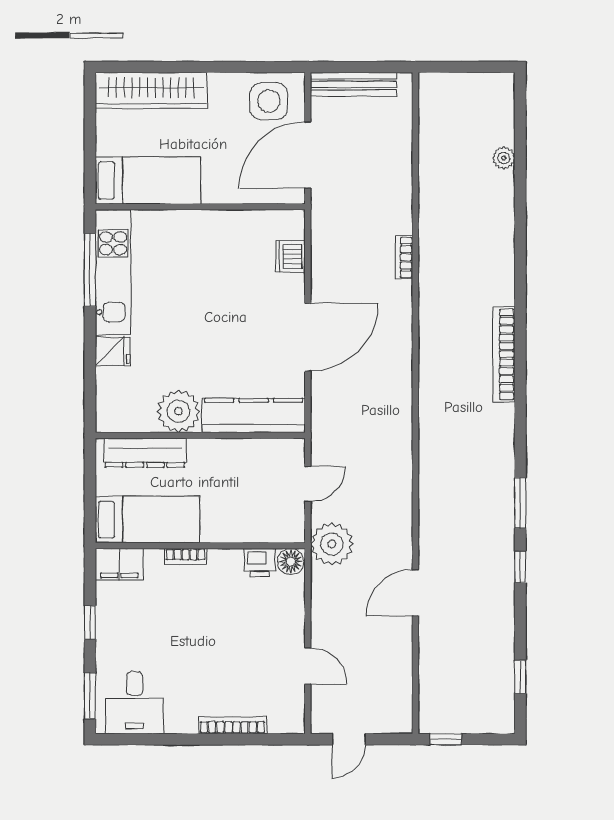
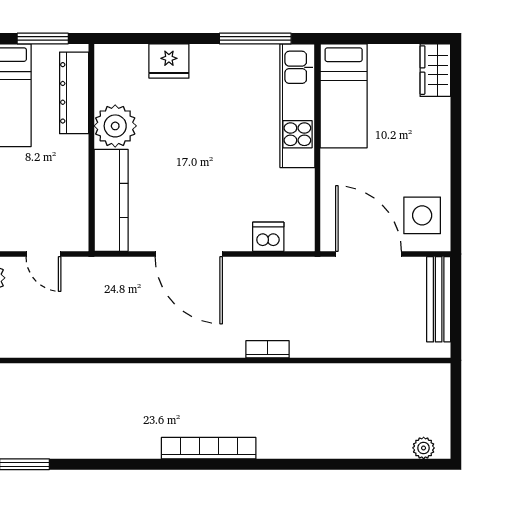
wardrobe: (151, 90) -> (435, 70), width x0.48, depth x0.85
plant: (504, 158) -> (424, 448), moved
kitchen unit: (113, 272) -> (297, 106), moved, turned 90
fridge: (113, 351) -> (169, 61), width x1.38
bookcase: (504, 354) -> (209, 448), moved
window: (90, 484) -> (43, 38), added

